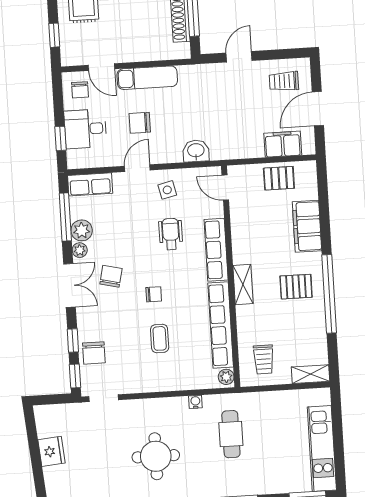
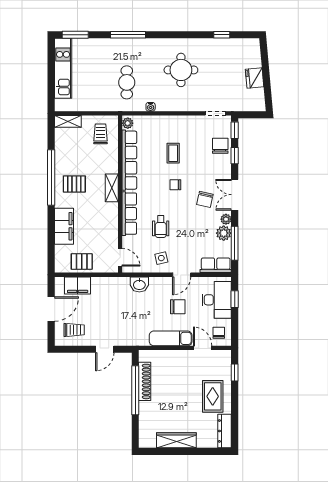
desk: (85, 129) -> (217, 300), width x1.37

